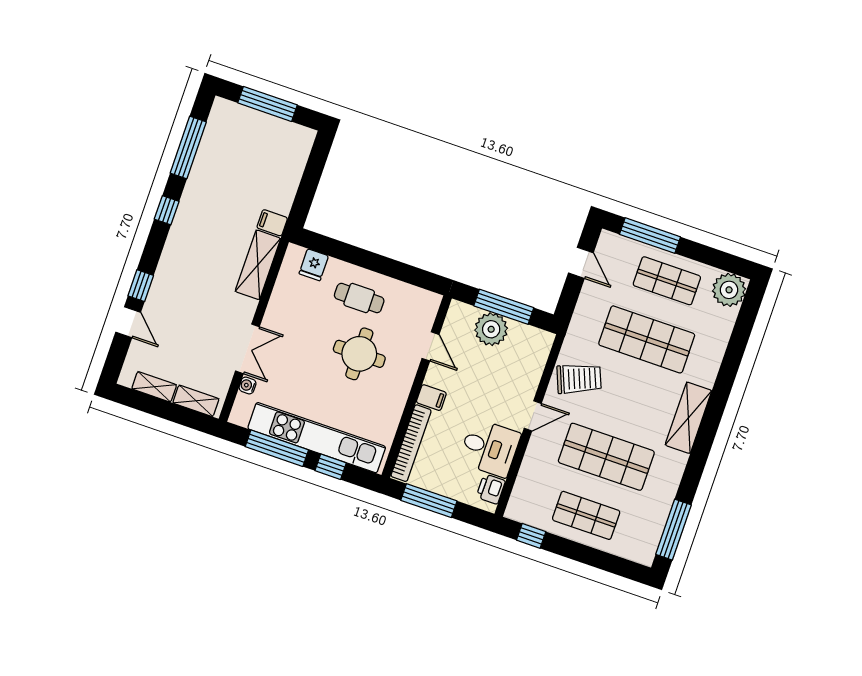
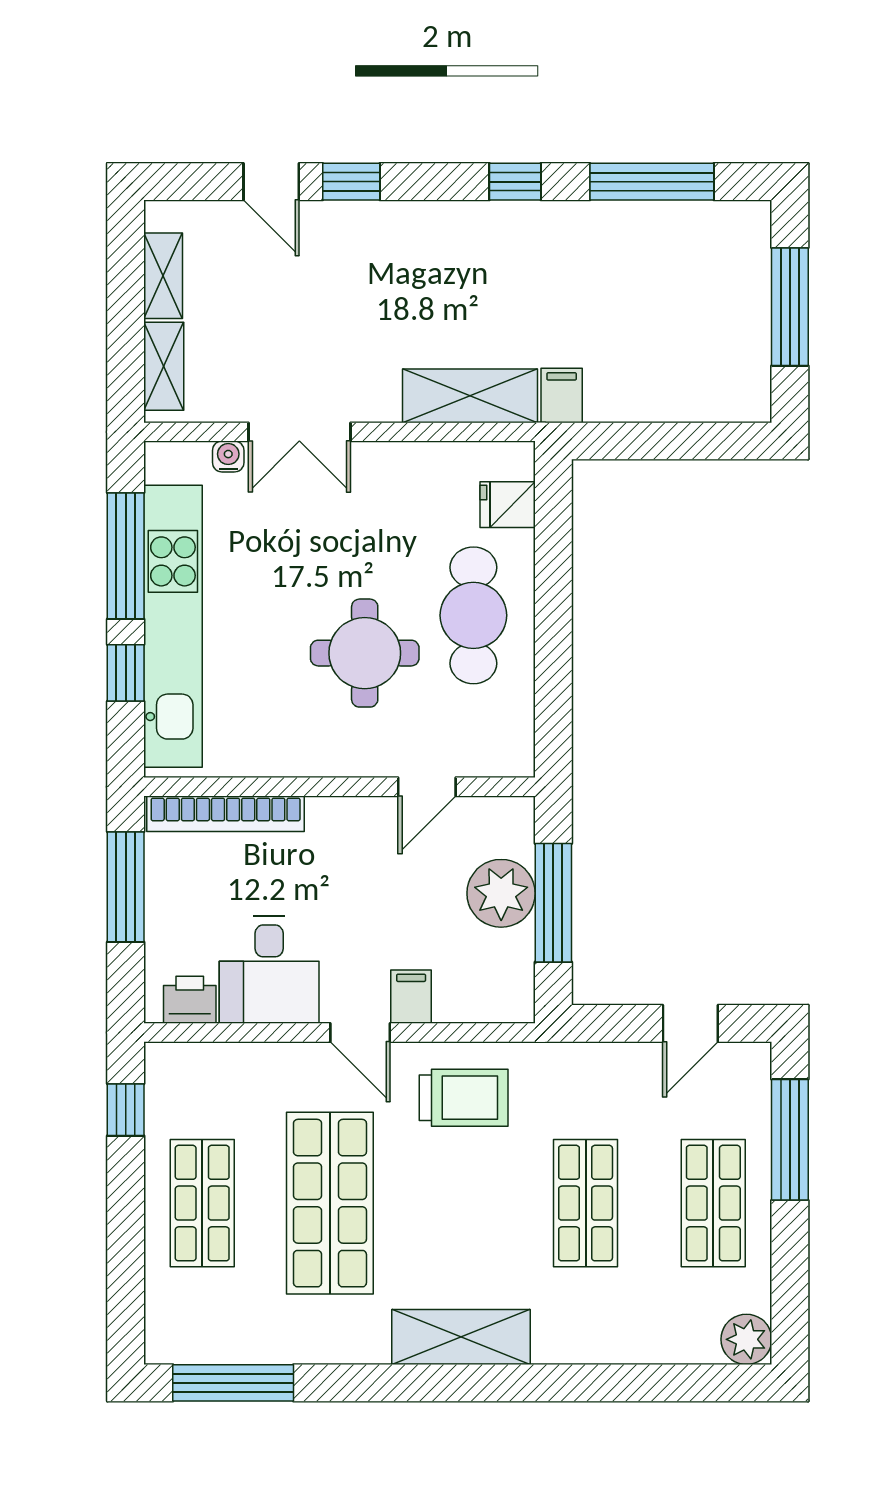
plant: (729, 290) -> (746, 1339), width x0.73, depth x0.73
cafe table: (359, 298) -> (473, 615), width x1.37, depth x1.35
door: (128, 322) -> (271, 182), hinge flipped
shop shelf: (647, 339) -> (586, 1203), width x0.70, depth x0.74
trolley: (579, 379) -> (464, 1098), turned -68
filing cabinet: (431, 398) -> (411, 997), moved, turned 180

